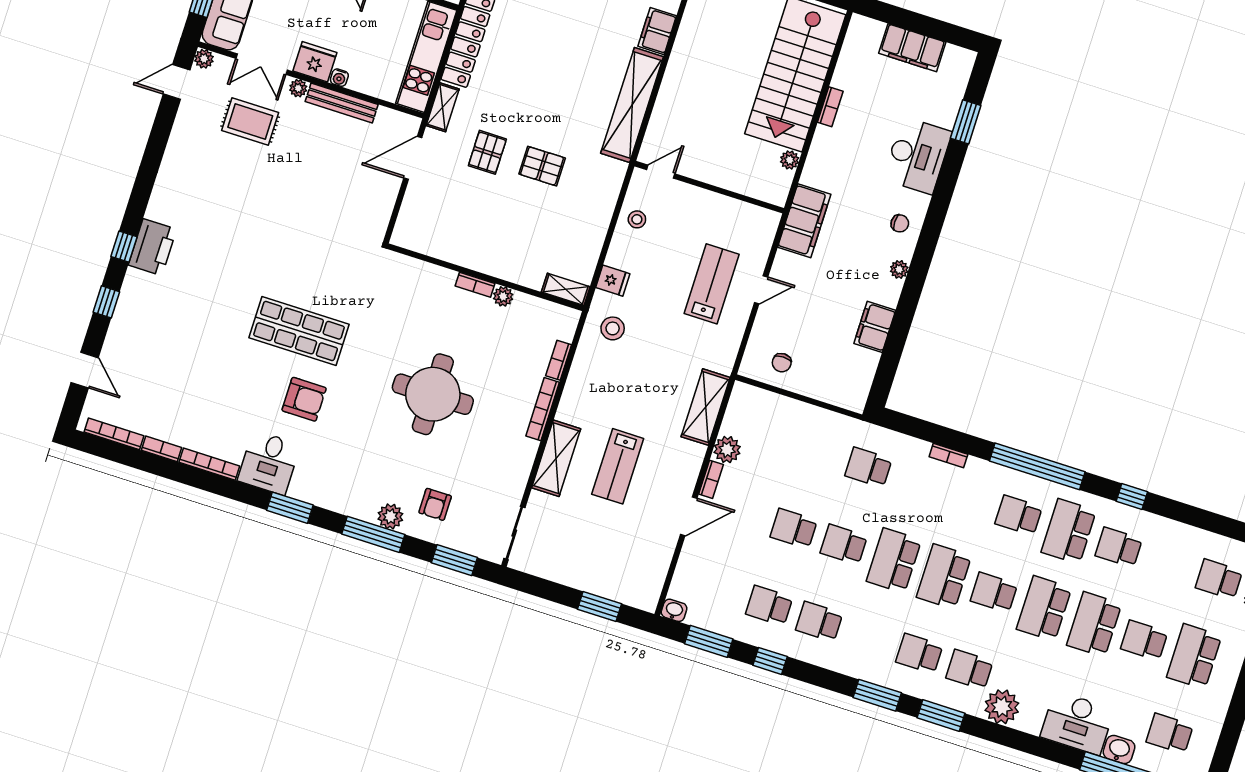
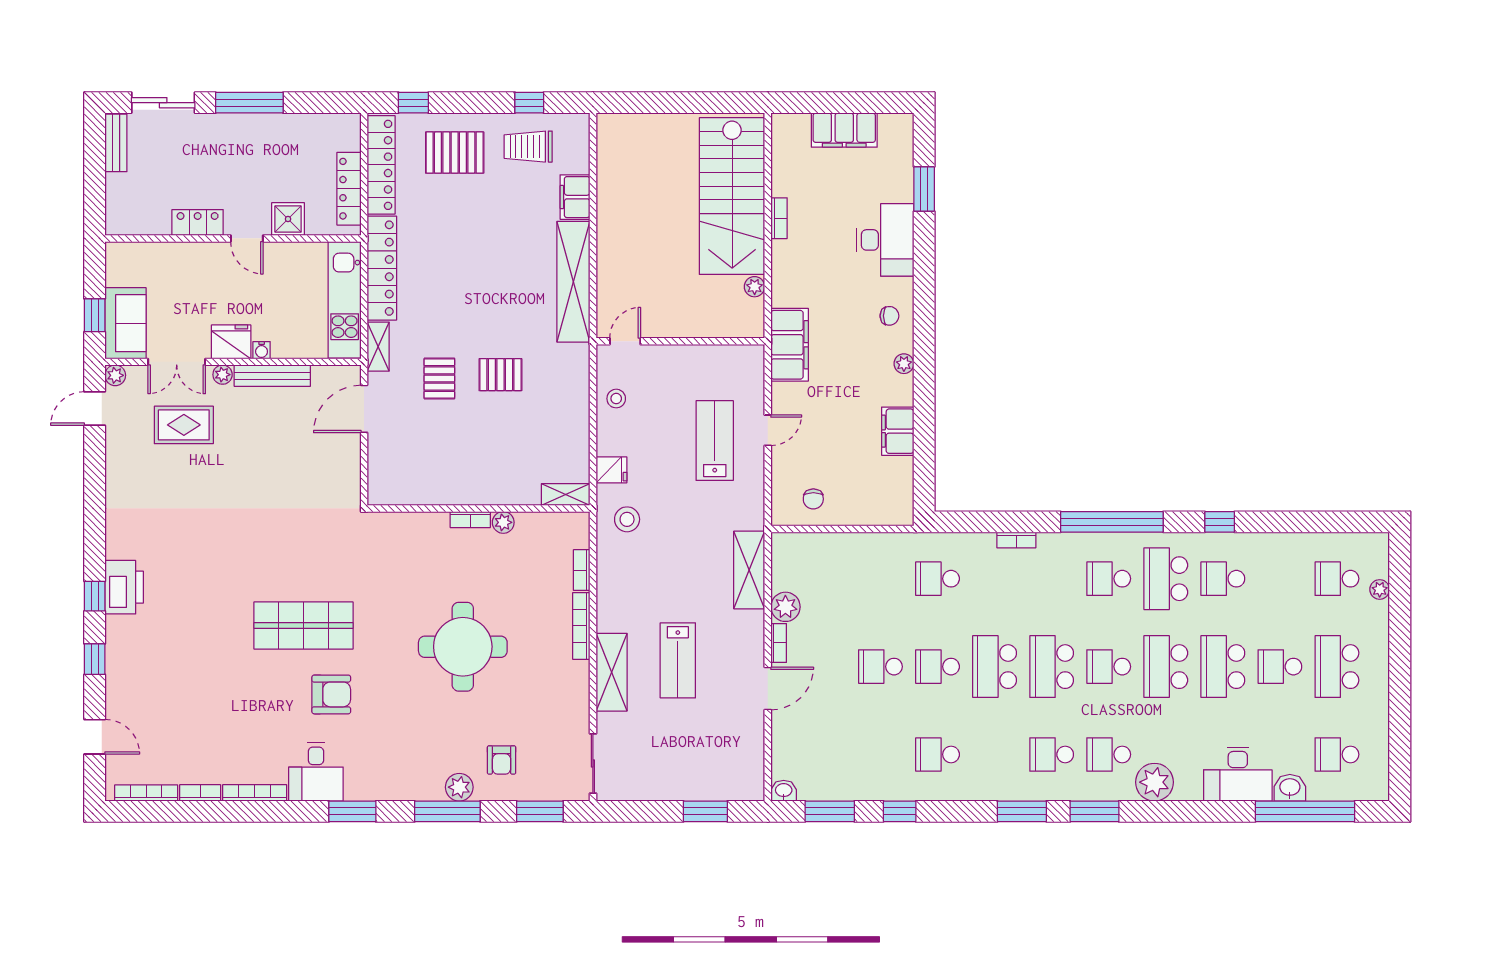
school desk: (769, 606) -> (880, 754), removed

